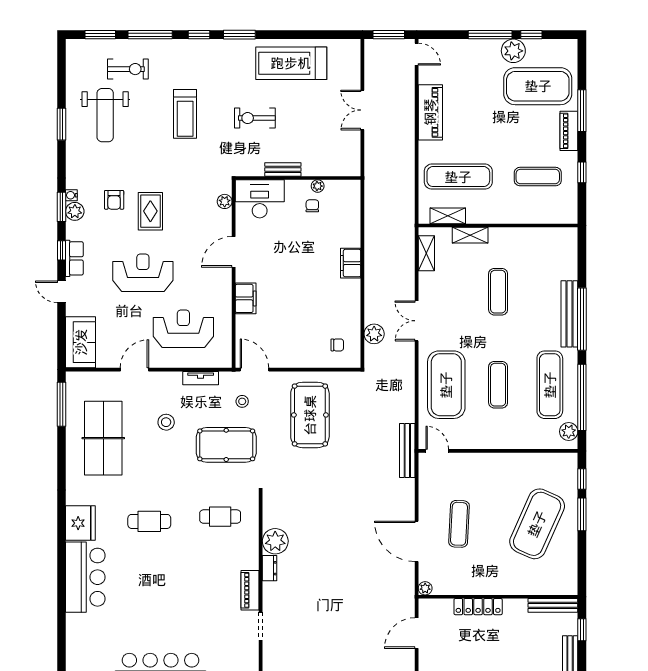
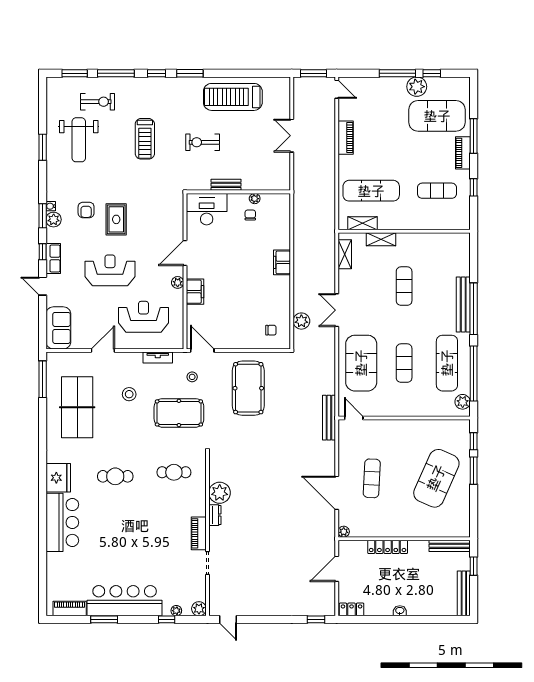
piano: (430, 112) -> (346, 138), width x0.73, depth x0.75
plant: (225, 201) -> (178, 282), moved

